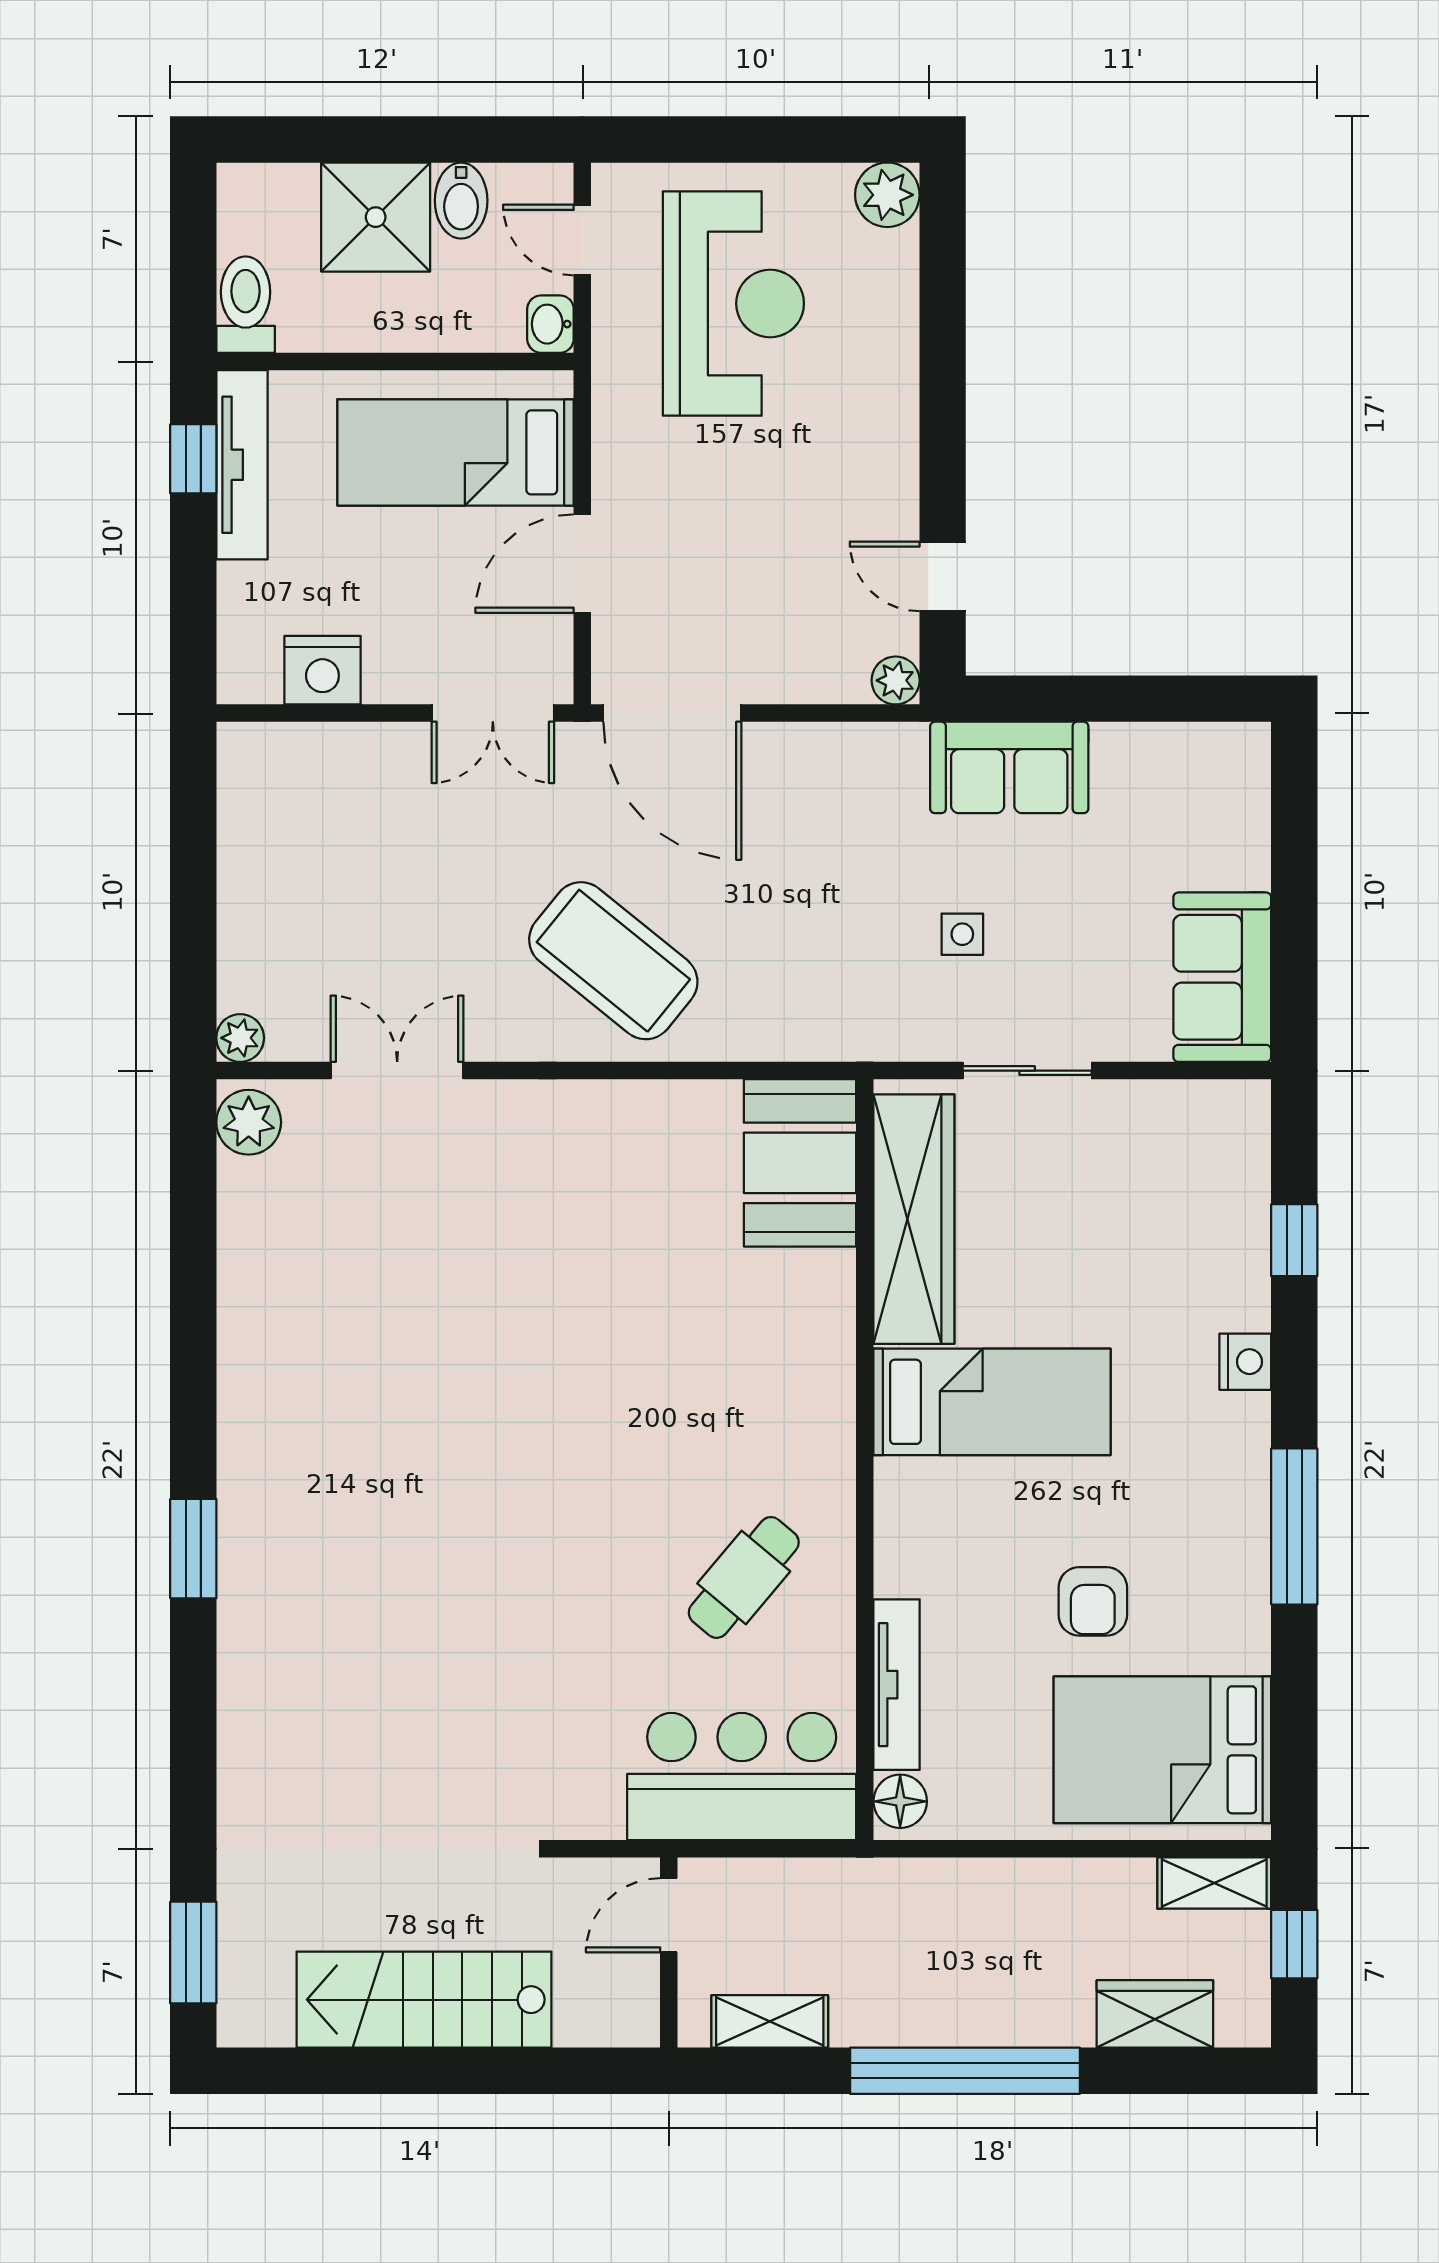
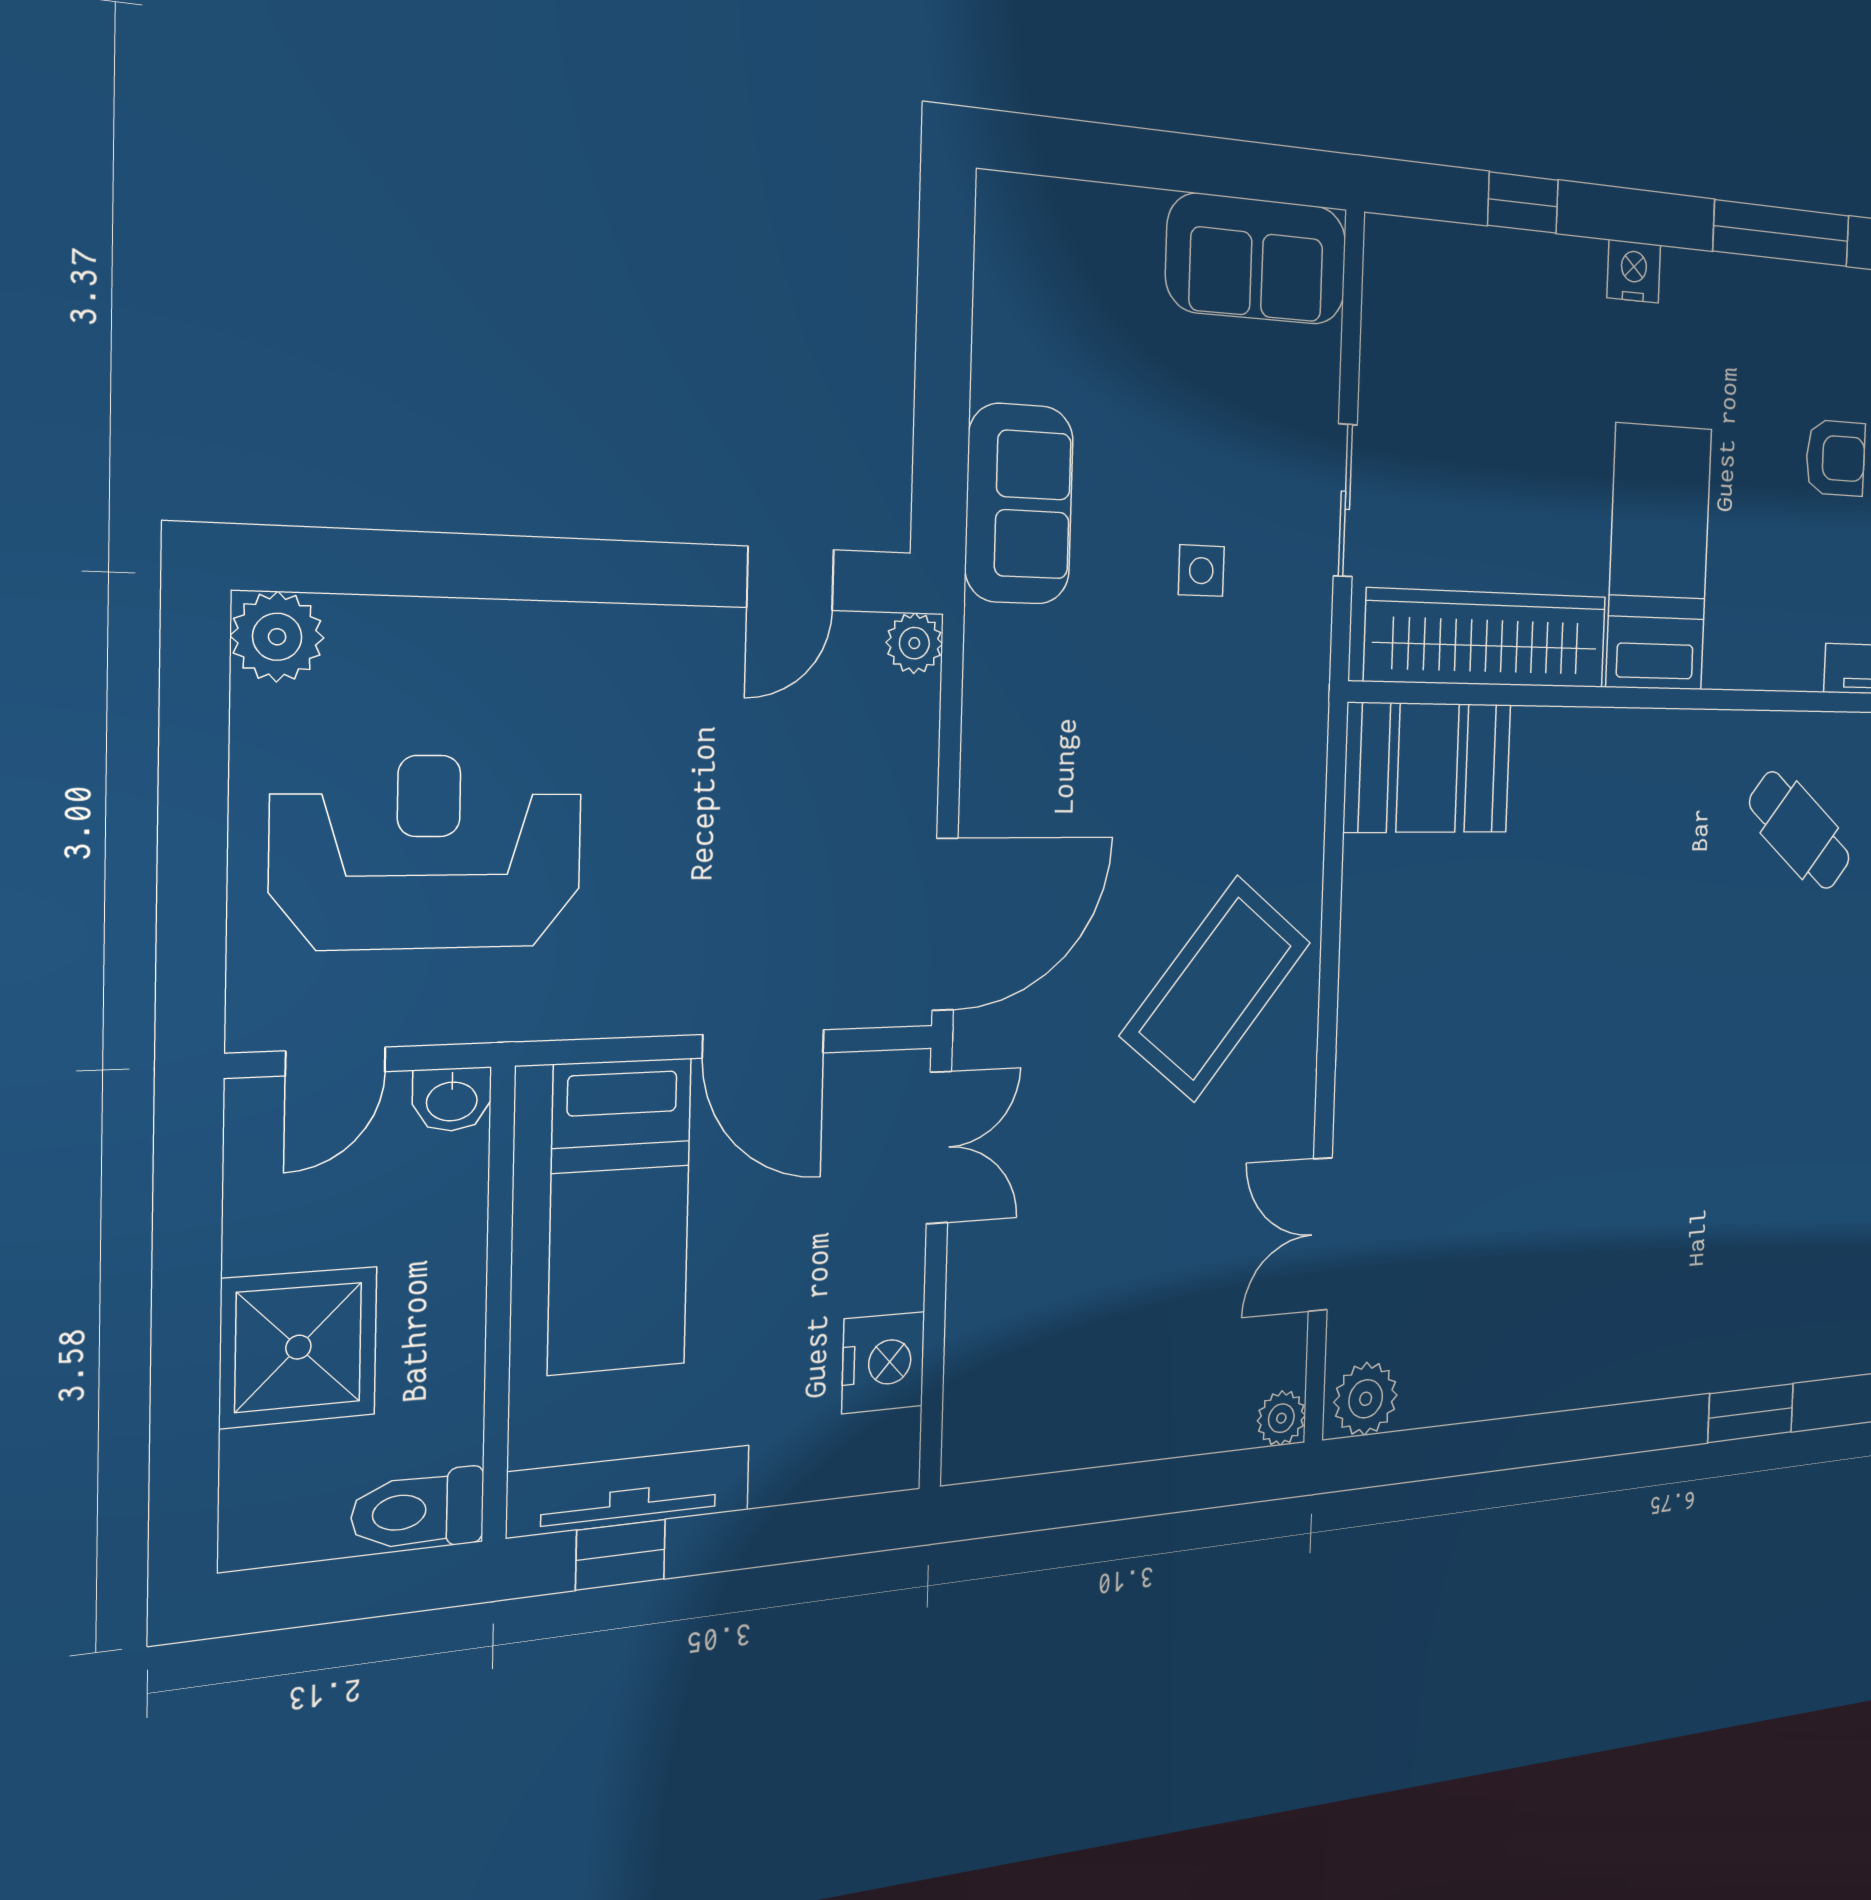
bidet: (461, 201) -> (277, 1232), removed

